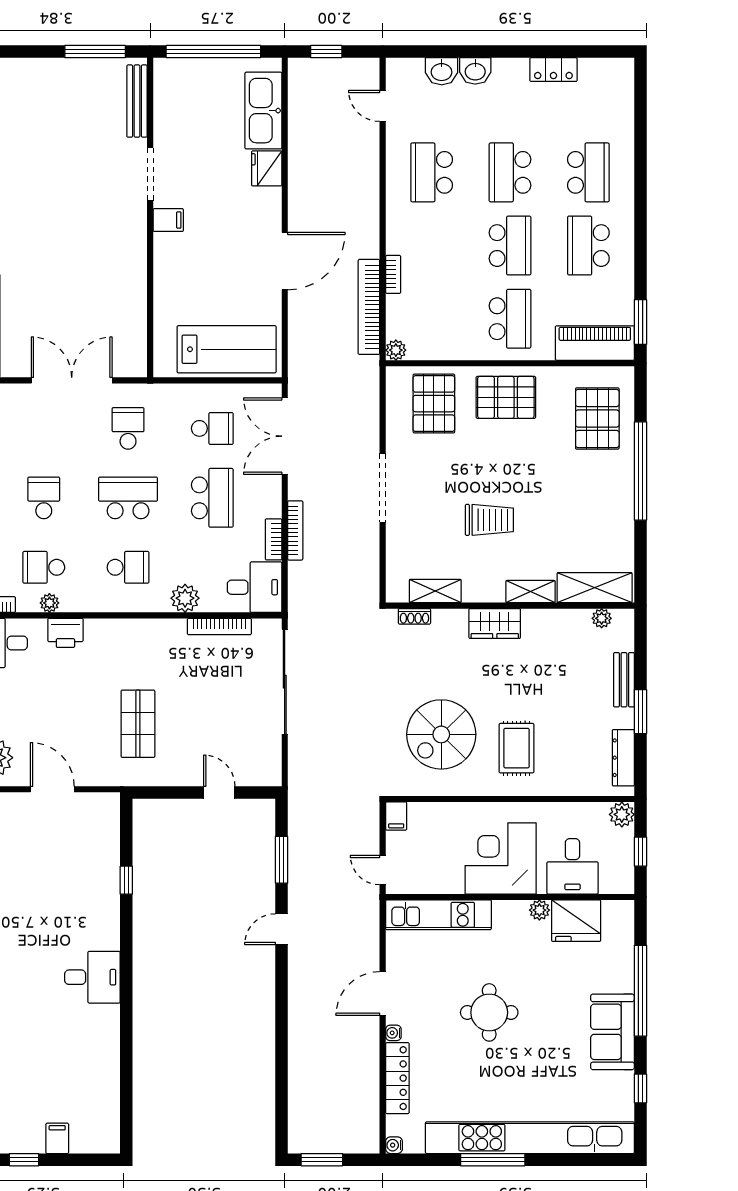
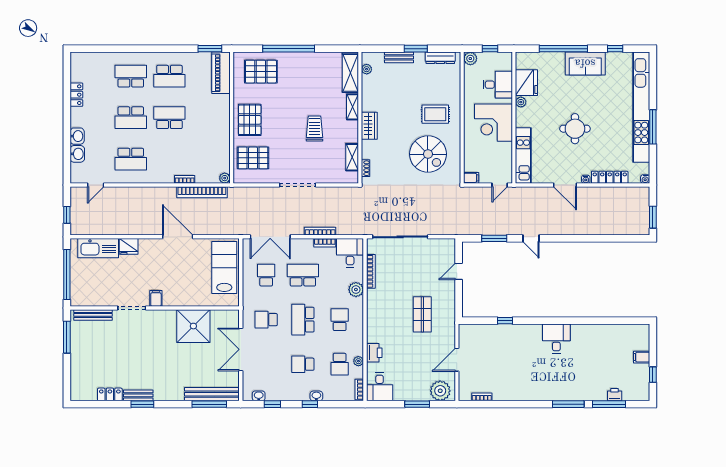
shower: (116, 291) -> (193, 326), added
school desk: (510, 319) -> (208, 118), removed
shop shelf: (138, 724) -> (422, 314), turned 90

